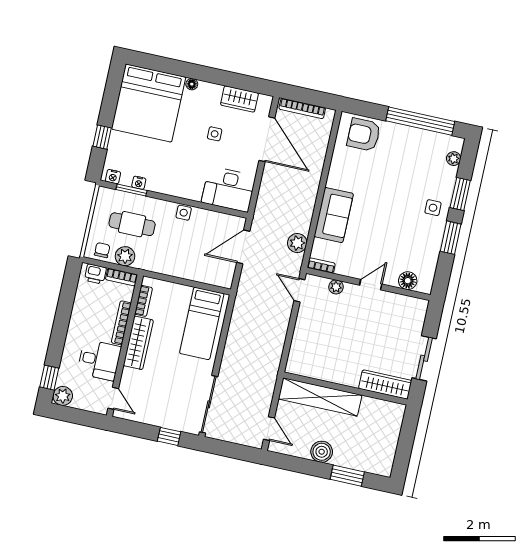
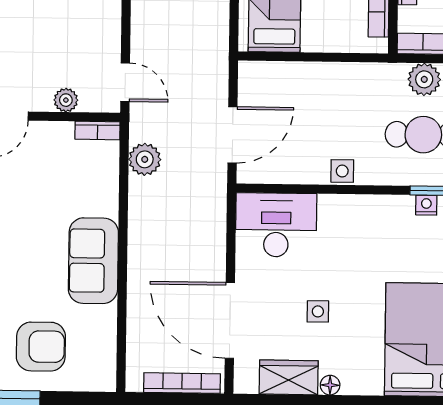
floor lamp: (192, 84) -> (330, 385), moved
armchair: (364, 135) -> (41, 347), moved
sofa: (334, 215) -> (93, 261), moved

